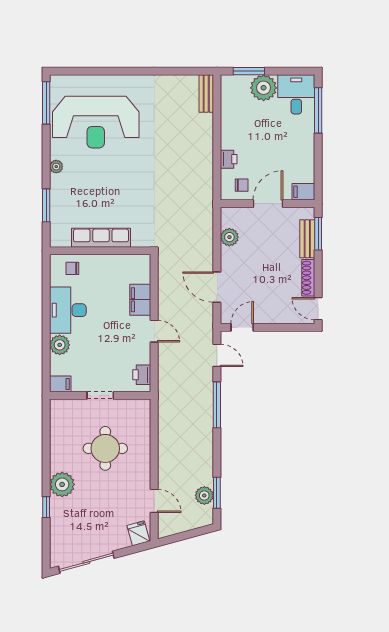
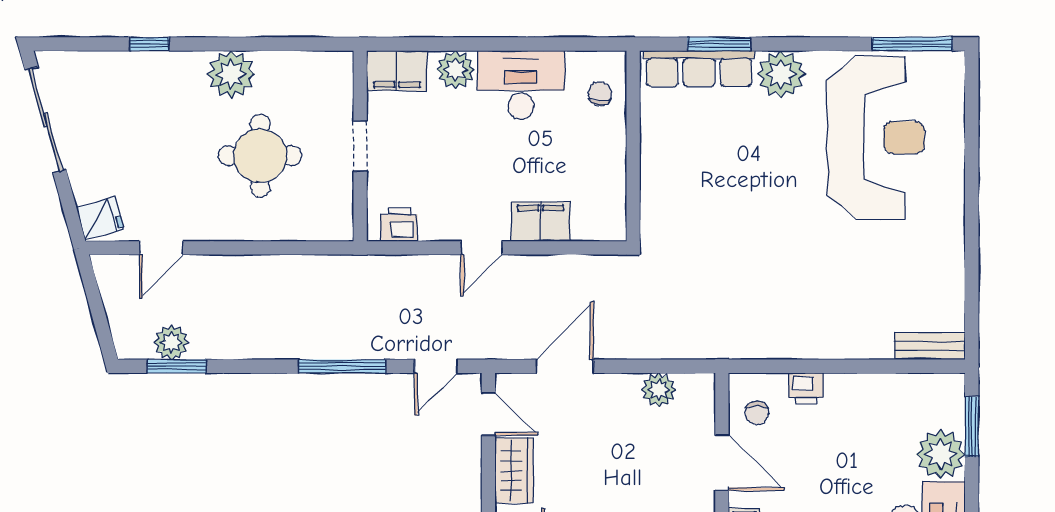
reception desk: (96, 122) -> (876, 138), turned 180
plant: (56, 167) -> (781, 74), width x1.88, depth x1.88
row of seats: (101, 238) -> (699, 69), moved, turned 90
wardrobe: (272, 314) -> (514, 471), added
filing cabinet: (60, 384) -> (397, 71), width x2.00
plant: (62, 484) -> (231, 74), moved

